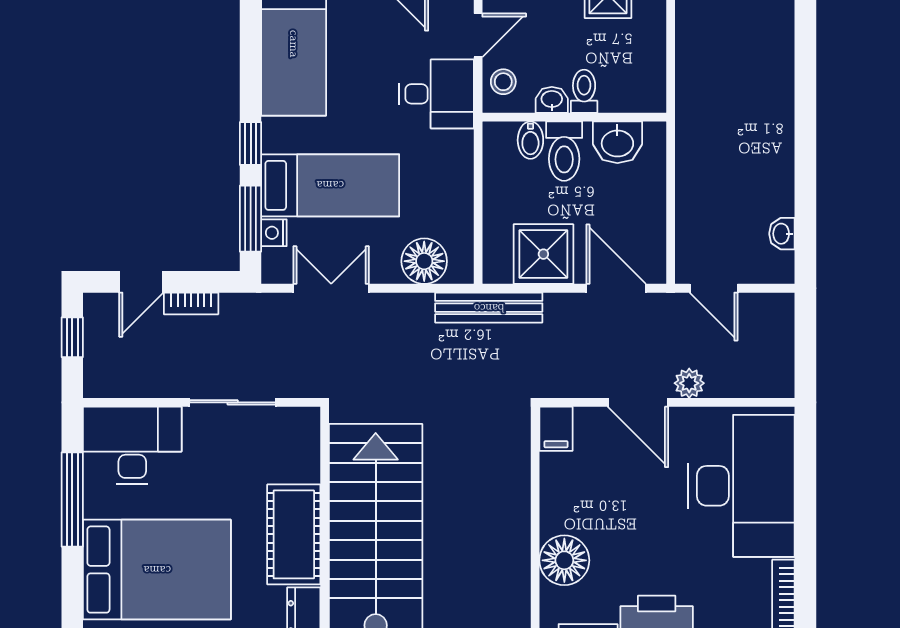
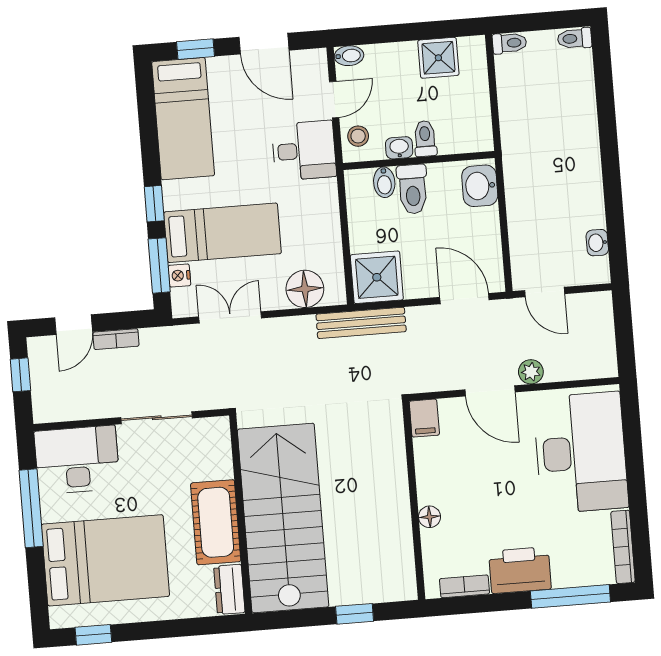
washbasin: (617, 142) -> (480, 186), moved, turned 90
shower: (543, 254) -> (377, 277), moved
floor lamp: (564, 560) -> (429, 517), width x0.53, depth x0.53

